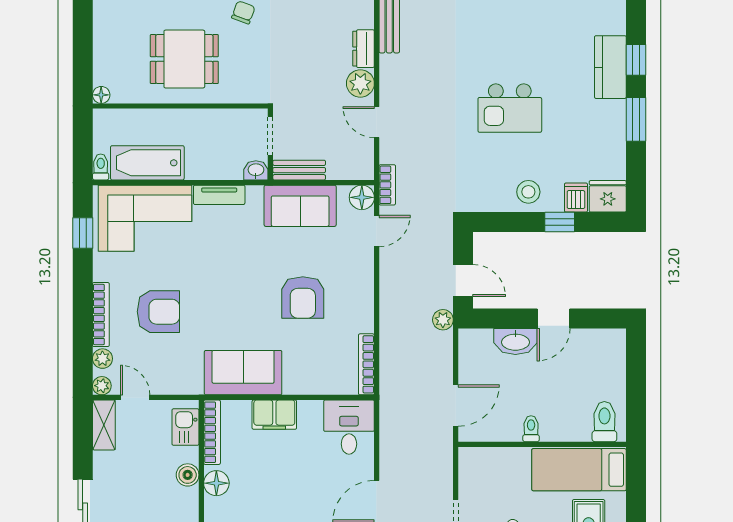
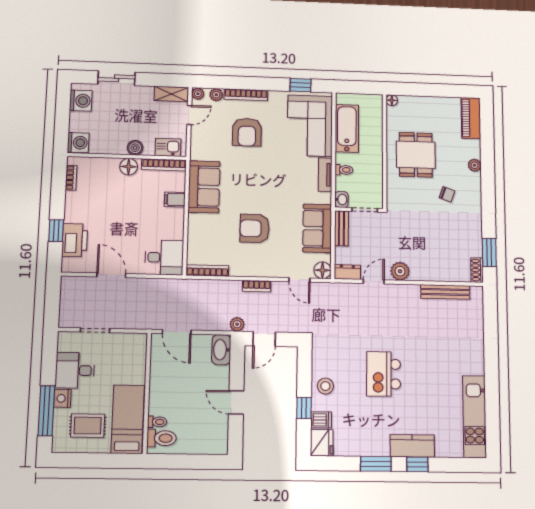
dresser: (363, 49) -> (347, 272), moved
toilet: (101, 167) -> (344, 170), moved
bookcase: (387, 185) -> (257, 286), moved
washbasin: (515, 341) -> (221, 350), moved
filing cabinet: (274, 415) -> (175, 199), width x0.50
toilet: (531, 429) -> (157, 422), moved

